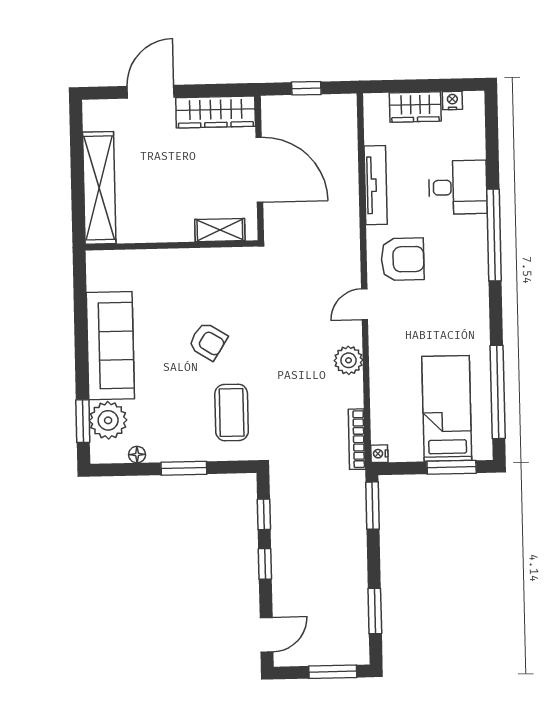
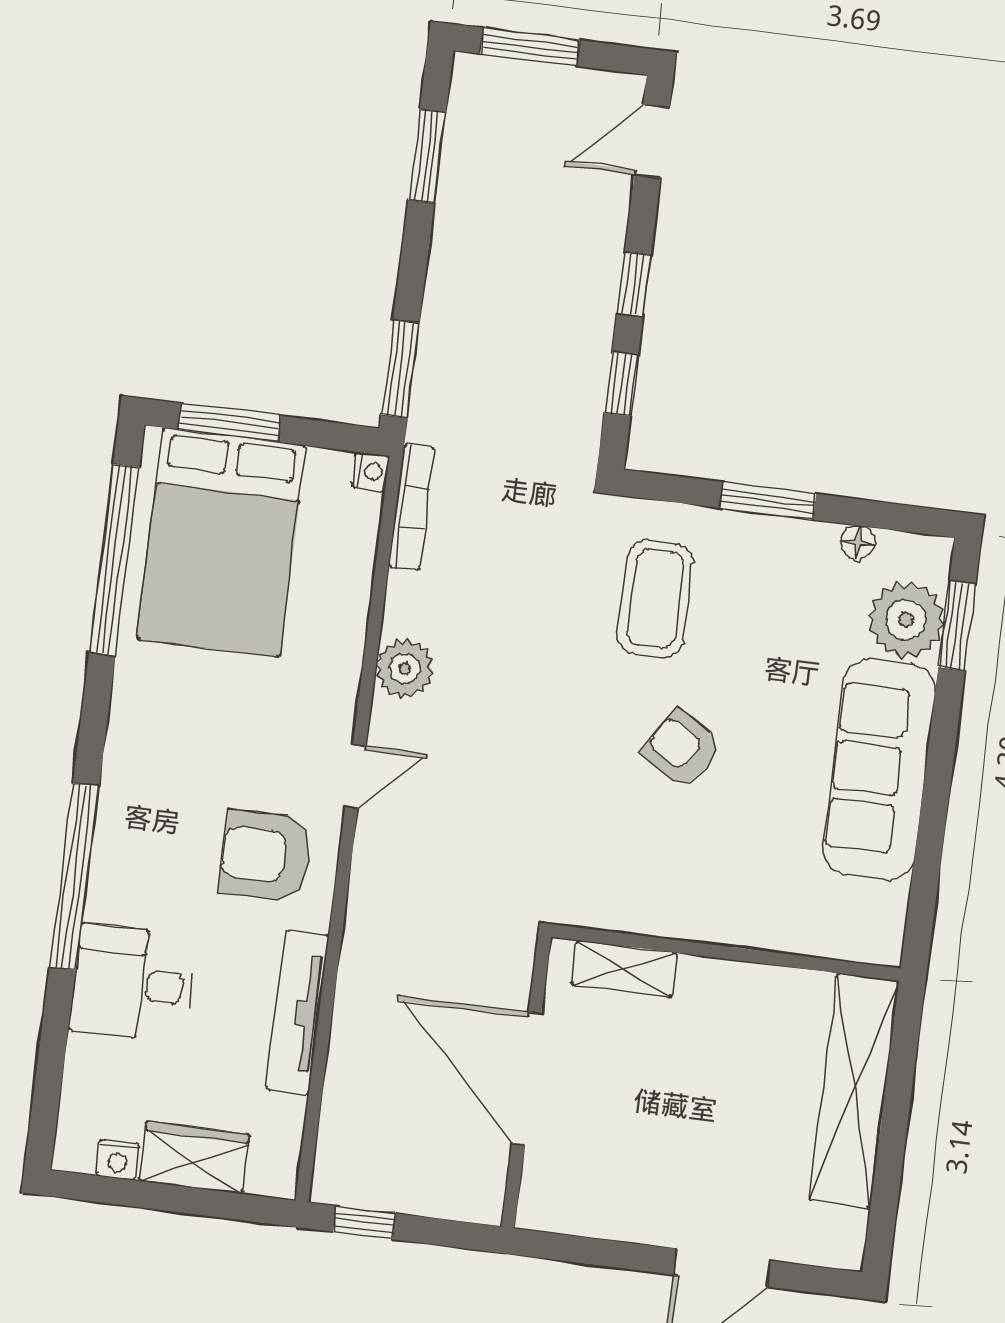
window: (306, 88) -> (364, 1223), moved
wardrobe: (216, 112) -> (597, 1208), removed
bed: (447, 408) -> (222, 542), width x1.50

